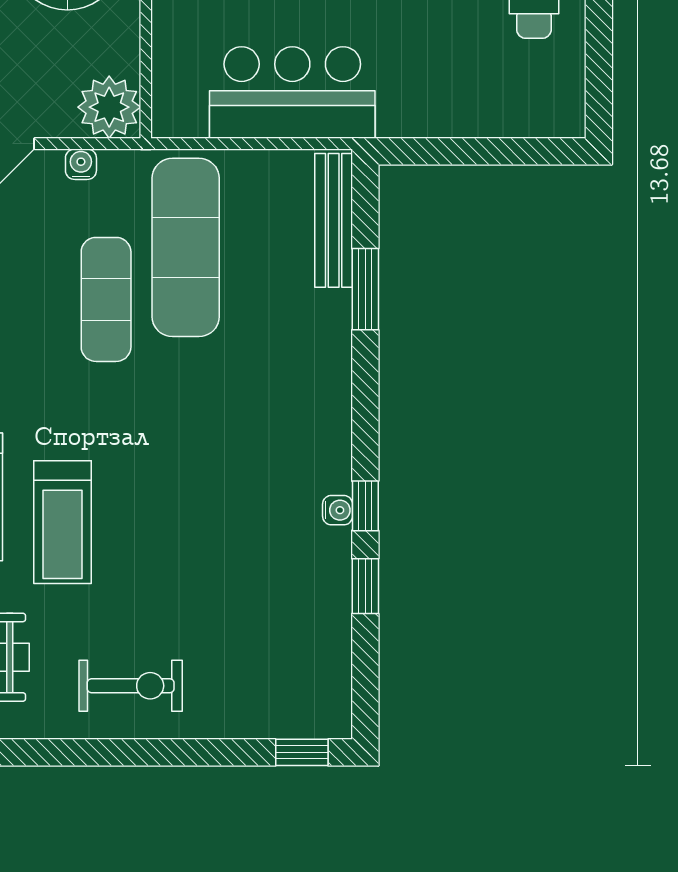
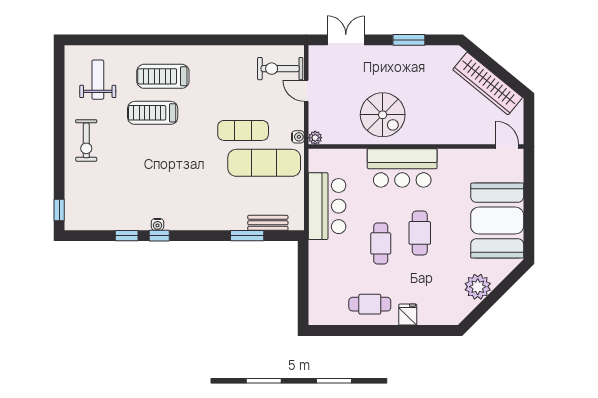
plant: (109, 107) -> (315, 138), width x0.53, depth x0.53
water cooler: (81, 164) -> (298, 137), moved
bench: (334, 220) -> (268, 223), width x0.73

